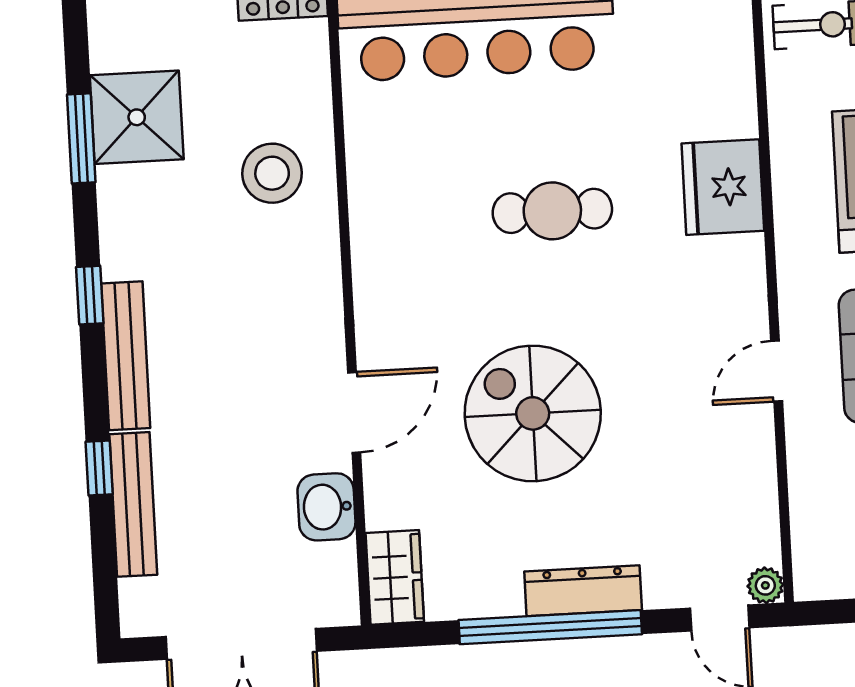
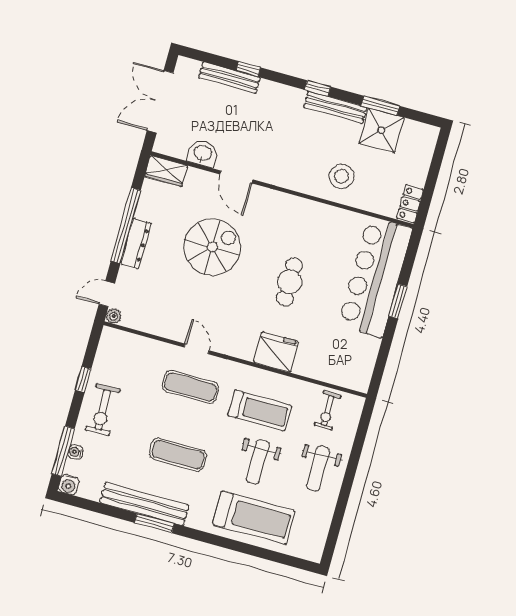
bench: (126, 356) -> (335, 107), moved

